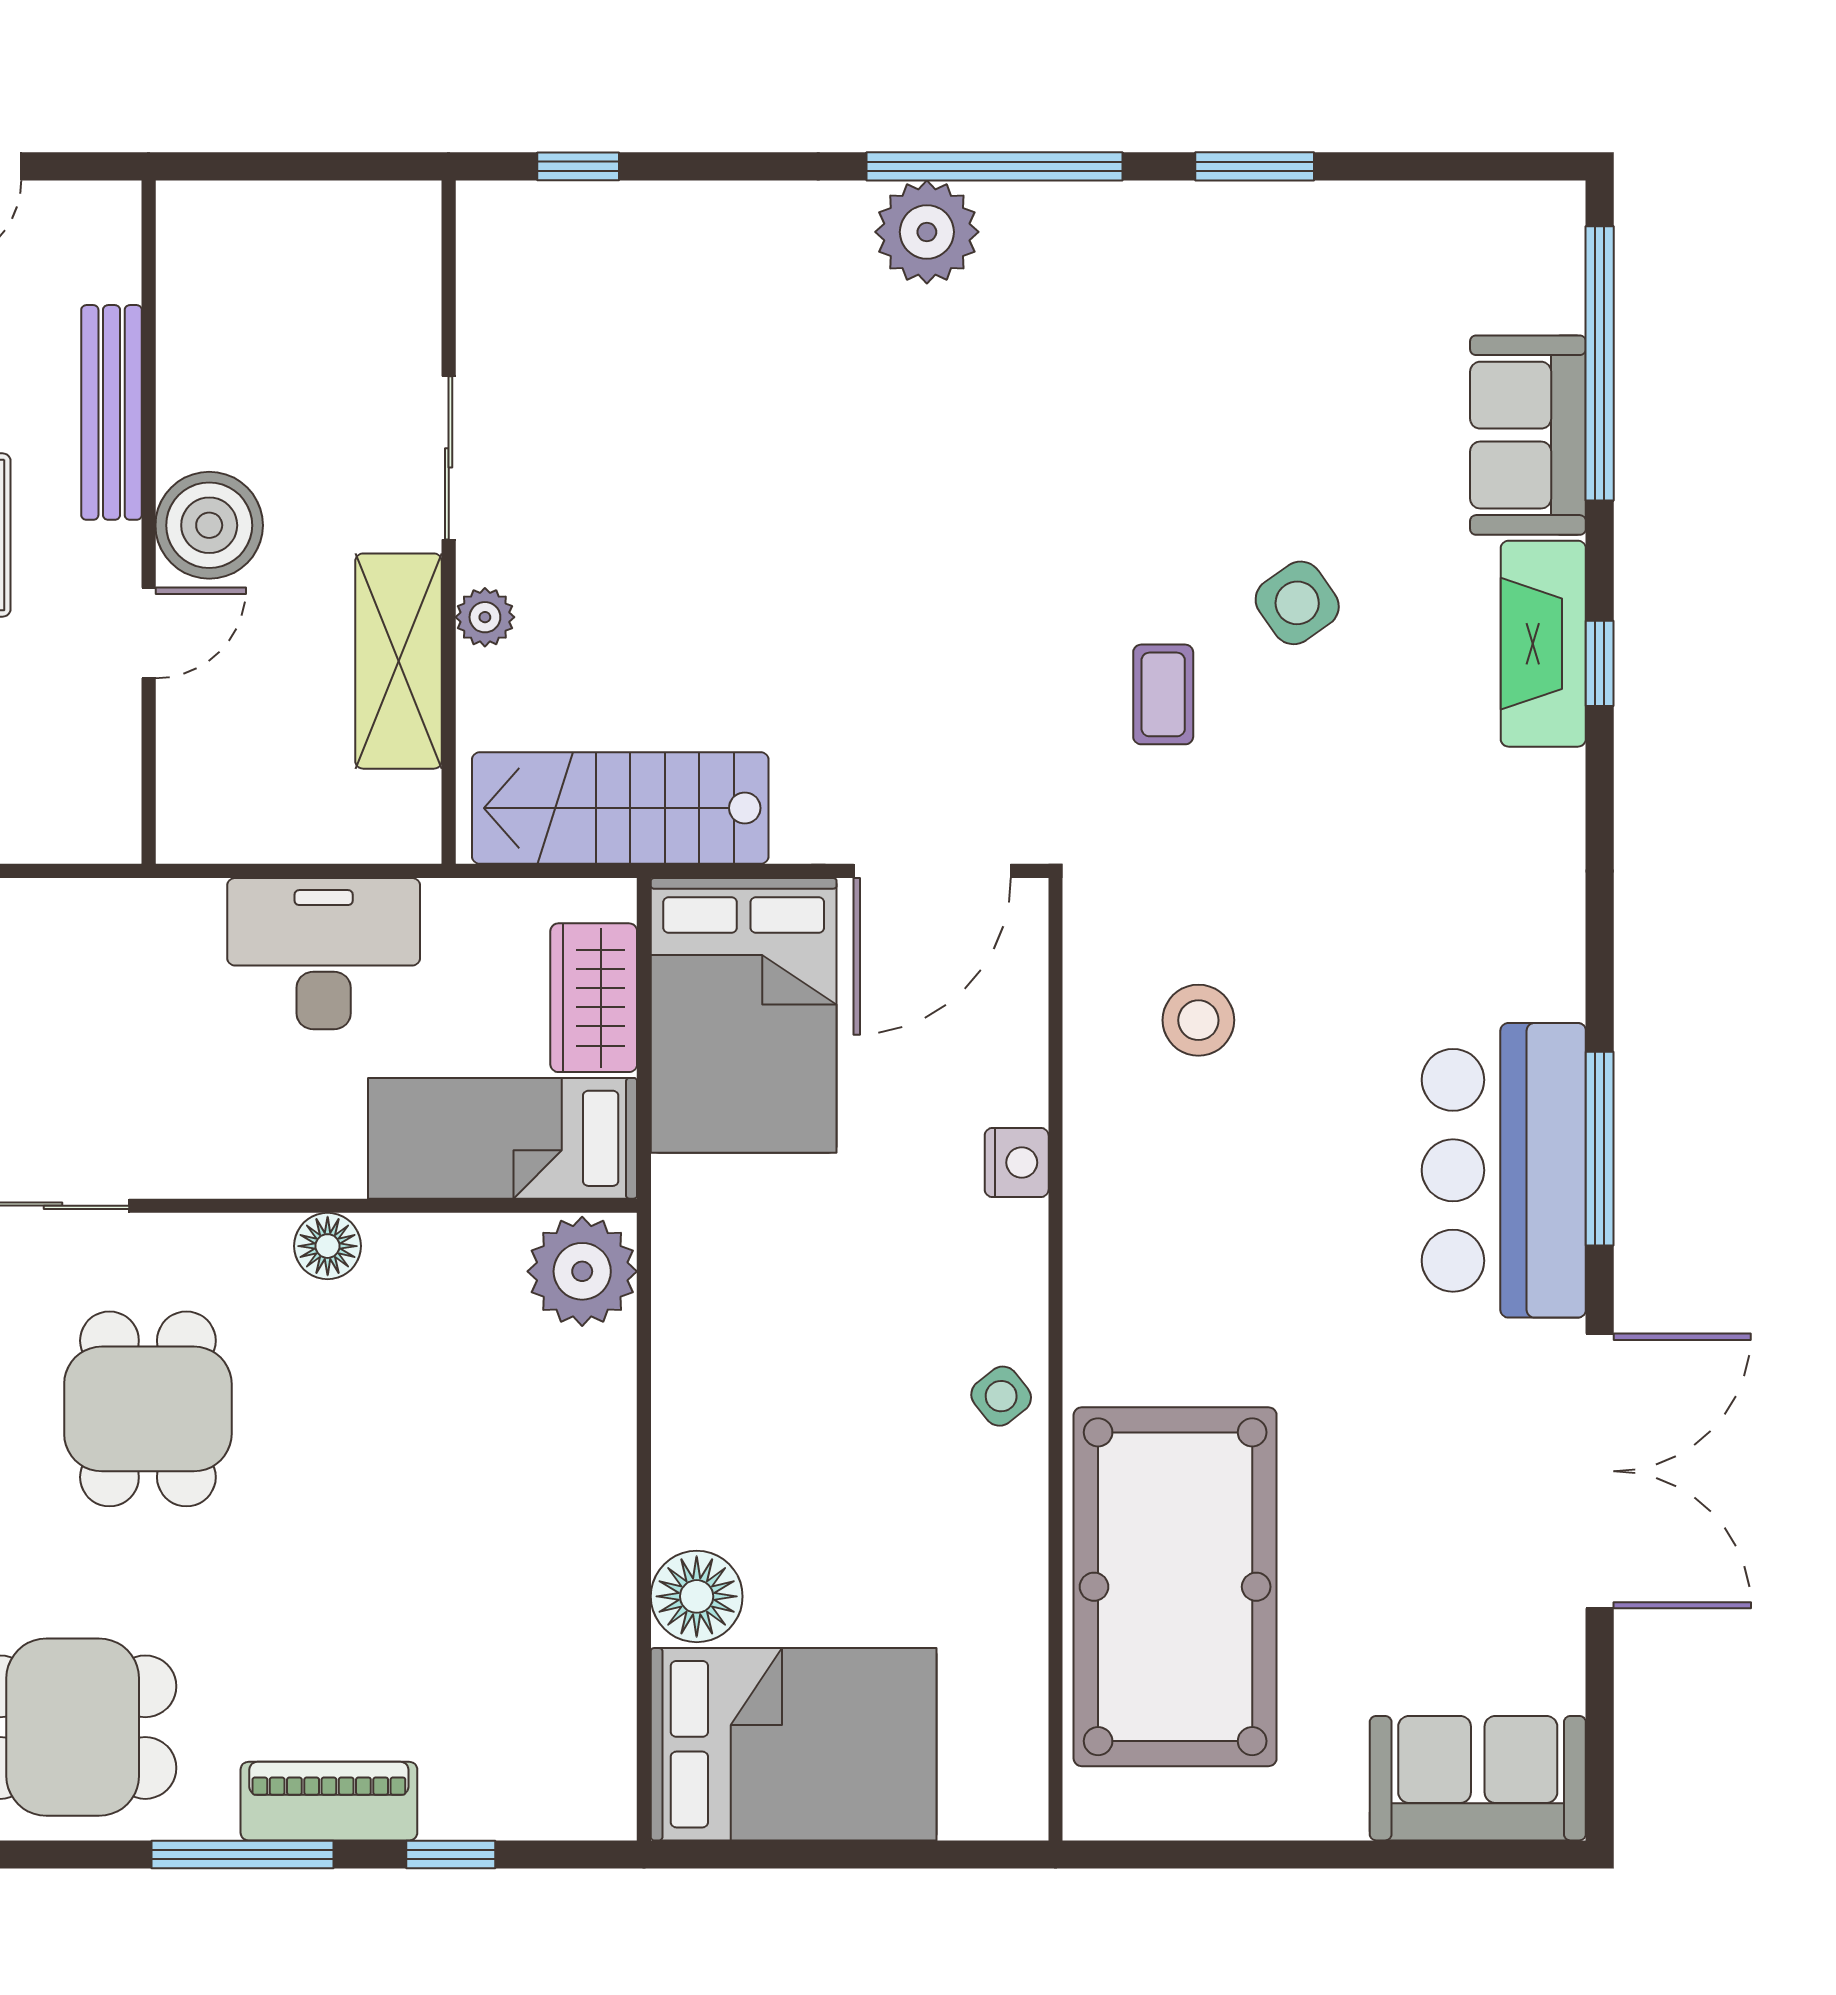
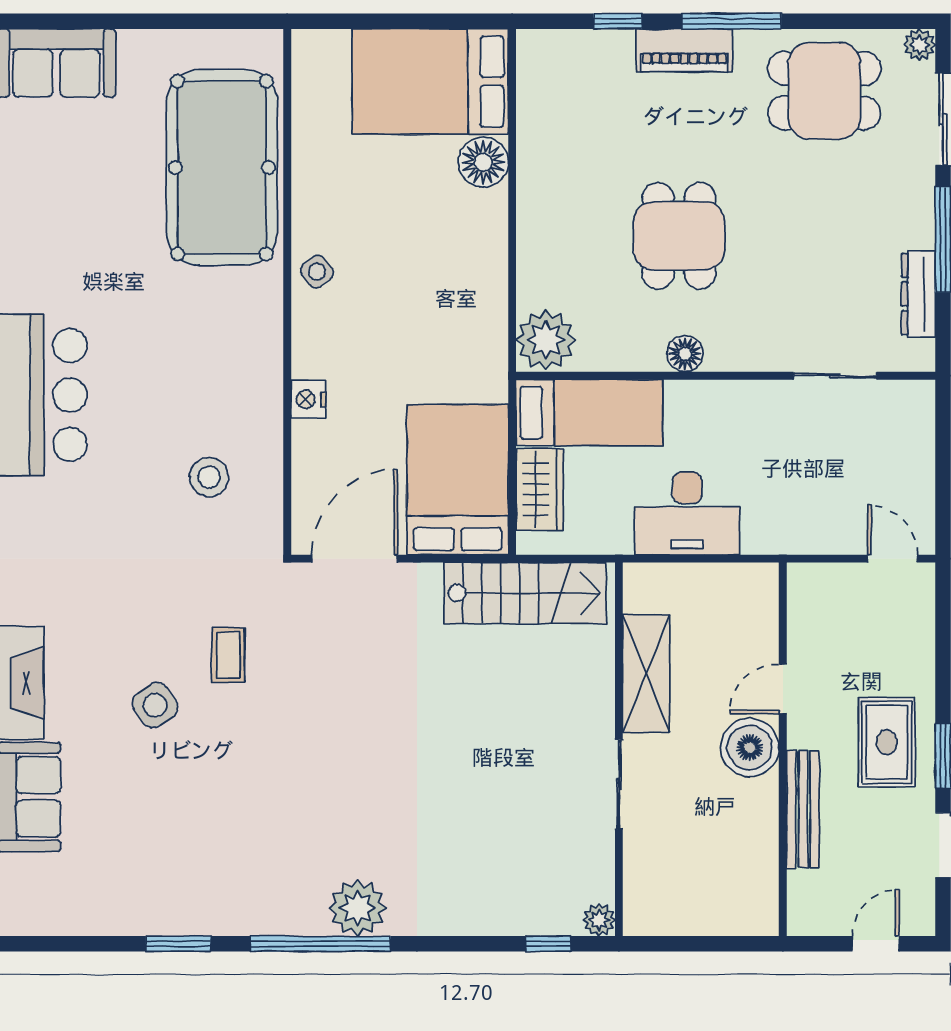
plant: (485, 617) -> (599, 920), moved
dining table: (148, 1409) -> (679, 236), moved

